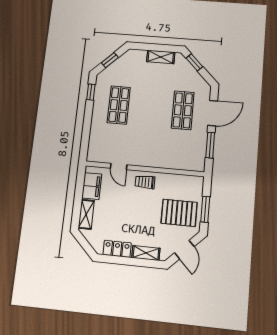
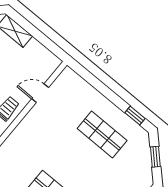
filing cabinet: (92, 186) -> (39, 54), removed

